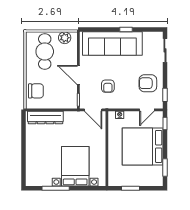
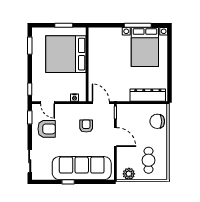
cafe table: (45, 52) -> (149, 160), width x0.73, depth x0.74
door: (147, 110) -> (48, 103), swing flipped
bed: (143, 146) -> (66, 54), moved, turned 180
bed with nightstands: (75, 166) -> (145, 47), moved

